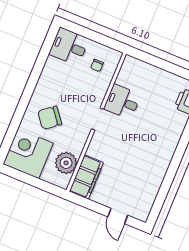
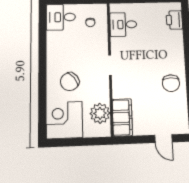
desk: (122, 102) -> (123, 24), moved
chair: (151, 165) -> (171, 83), added

